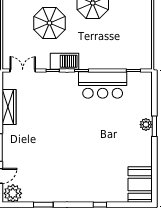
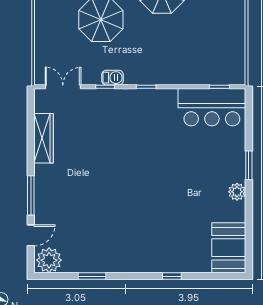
barbecue: (64, 61) -> (113, 78), width x0.53, depth x0.65
bar counter: (103, 85) -> (212, 107), moved
plant: (146, 125) -> (237, 192), moved

